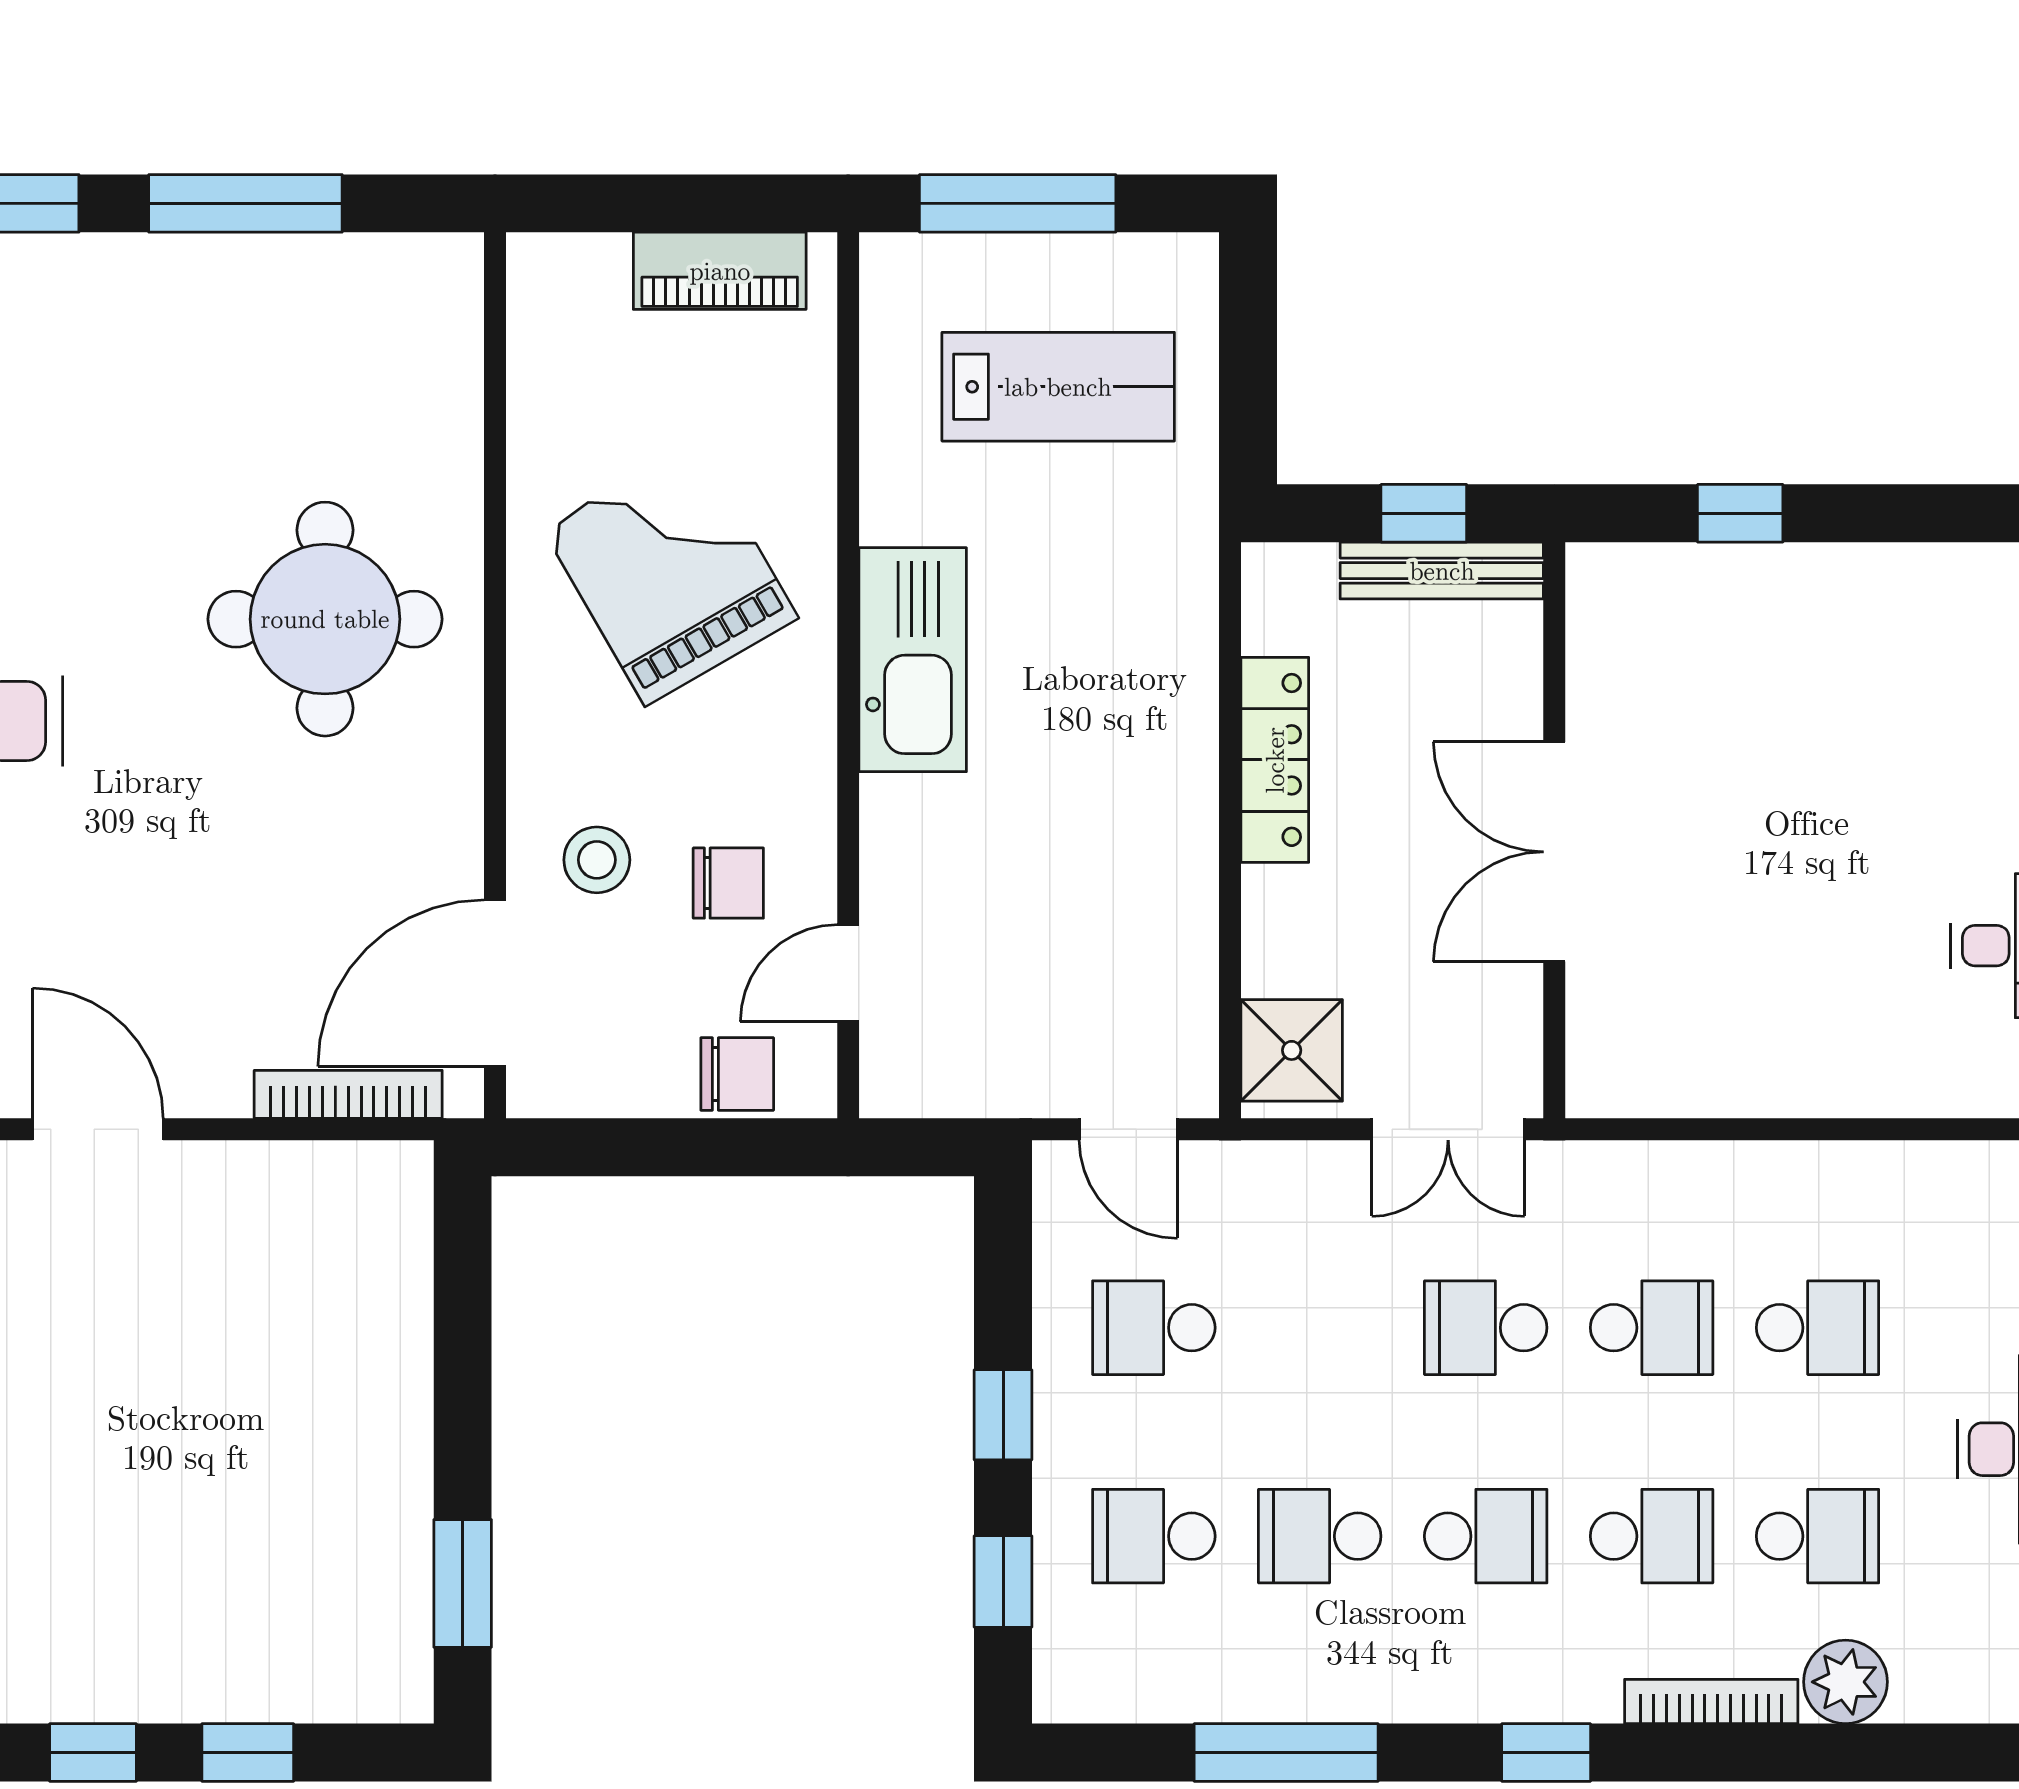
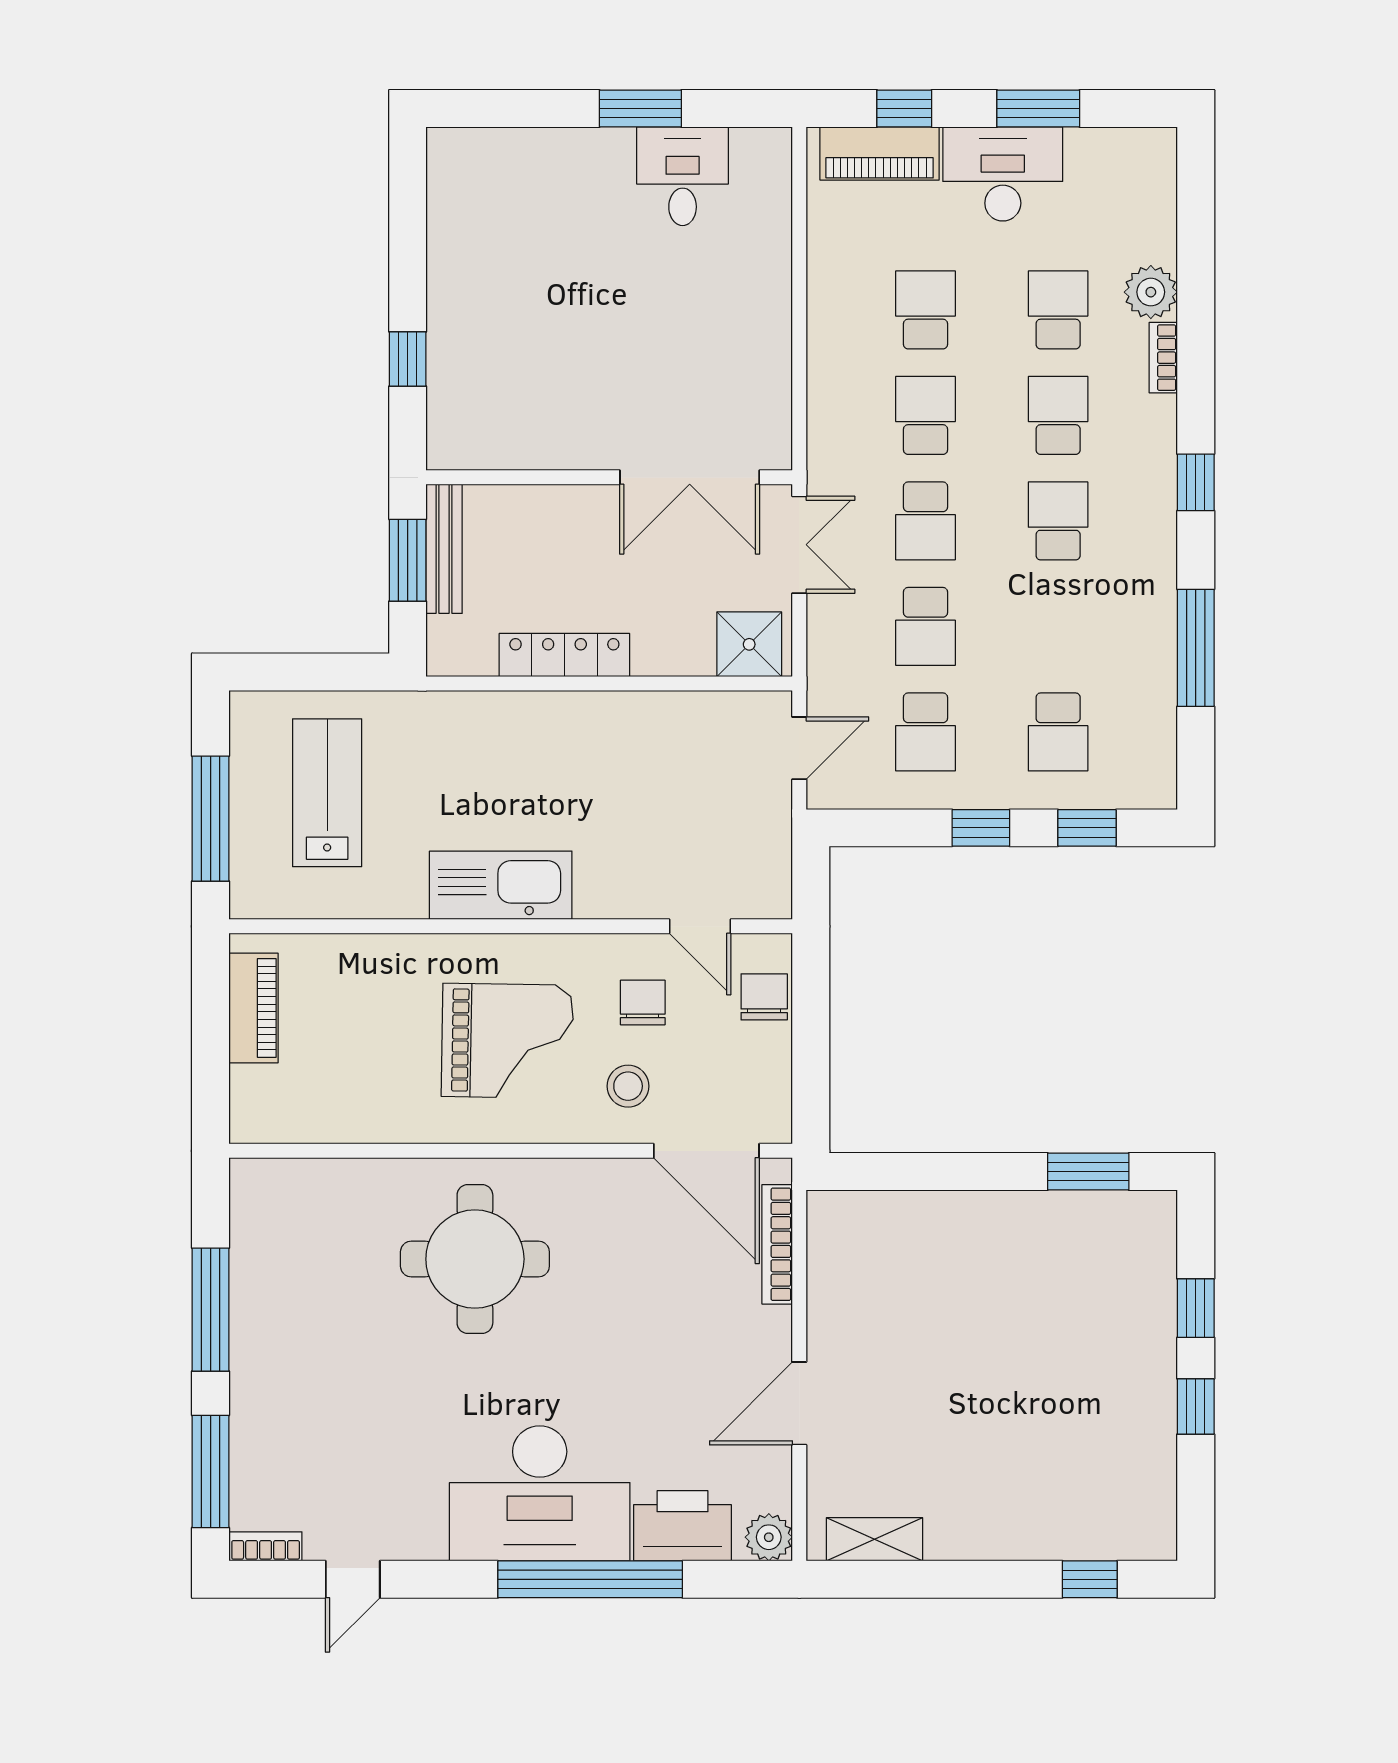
window: (1424, 513) -> (408, 560), width x1.50
grand piano: (671, 574) -> (507, 1041), moved, turned -149
double door: (1554, 852) -> (690, 477), moved
school desk: (1320, 1536) -> (926, 626), moved
bookcase: (1711, 1702) -> (1163, 358), width x0.64

